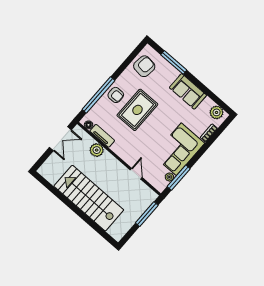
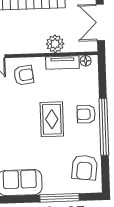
window: (98, 95) -> (104, 127), moved
rug: (137, 110) -> (52, 119), width x0.73, depth x0.70
armchair: (130, 149) -> (24, 75), added

